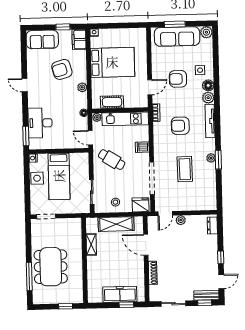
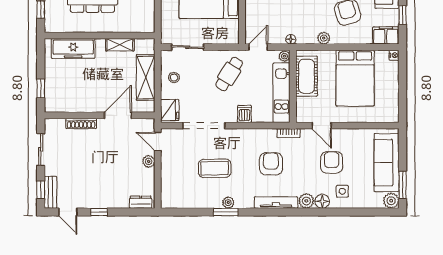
window: (175, 24) -> (403, 185), moved
cot: (112, 102) -> (306, 76), width x1.37, depth x1.34
freezer: (120, 294) -> (73, 48), moved, turned 90

